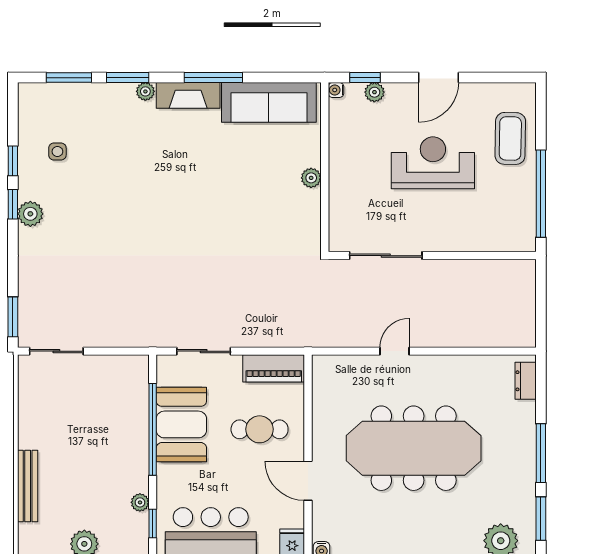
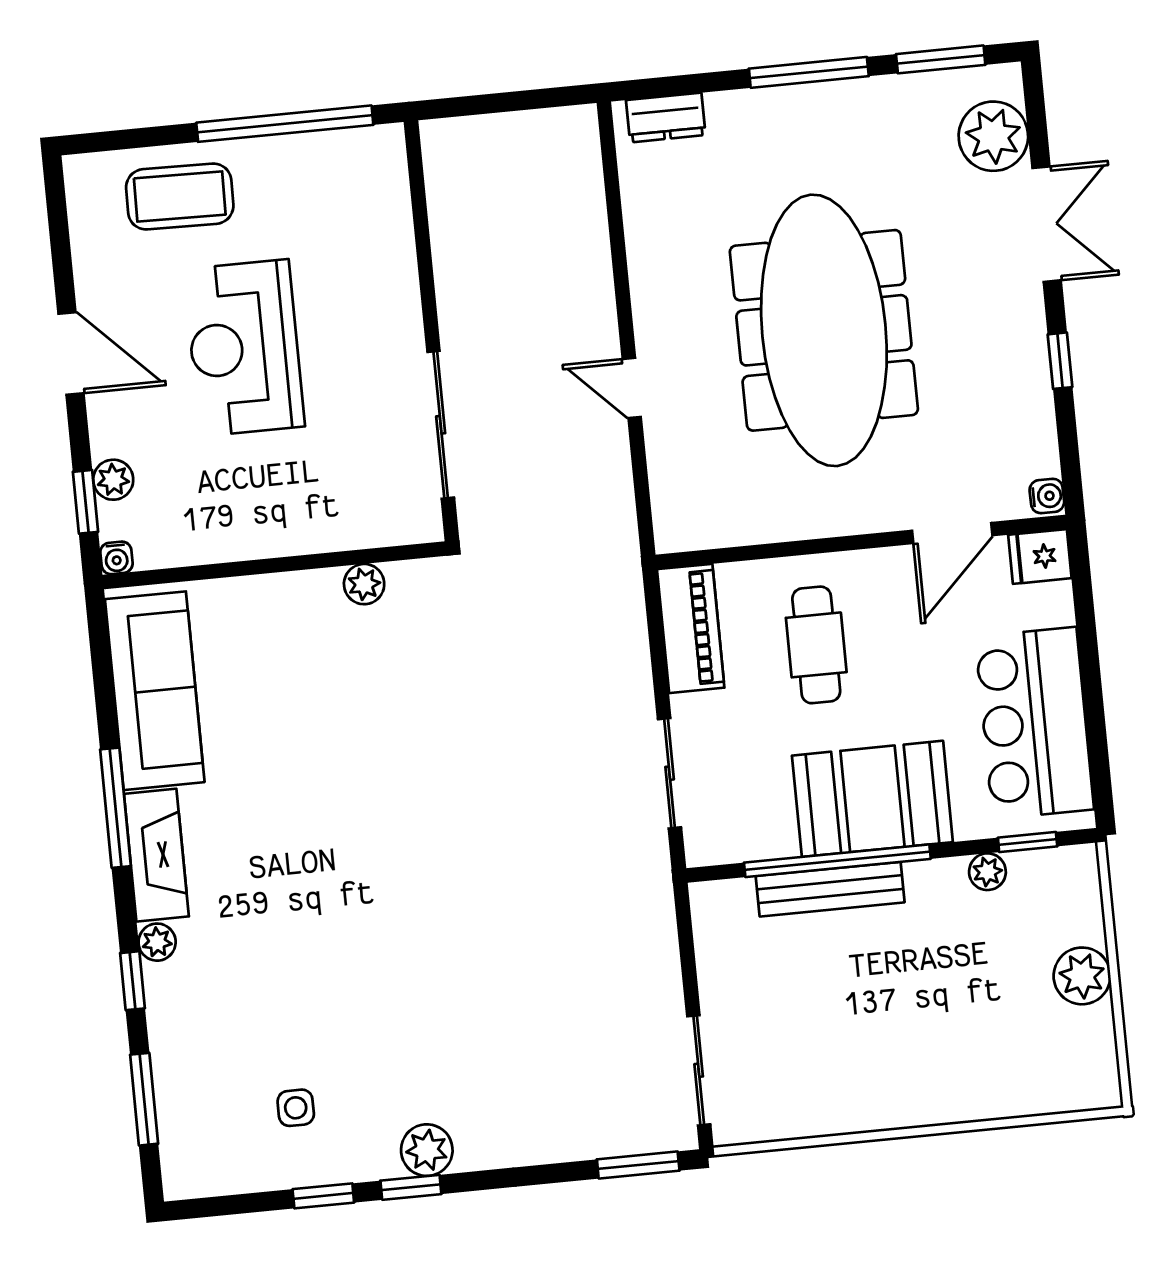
window: (128, 78) -> (132, 981), width x0.67
plant: (311, 178) -> (364, 584), moved
booth: (181, 424) -> (872, 799), moved
door: (308, 481) -> (952, 533), moved
bench: (28, 486) -> (830, 889), moved

